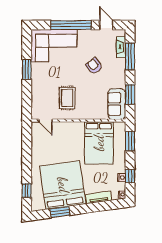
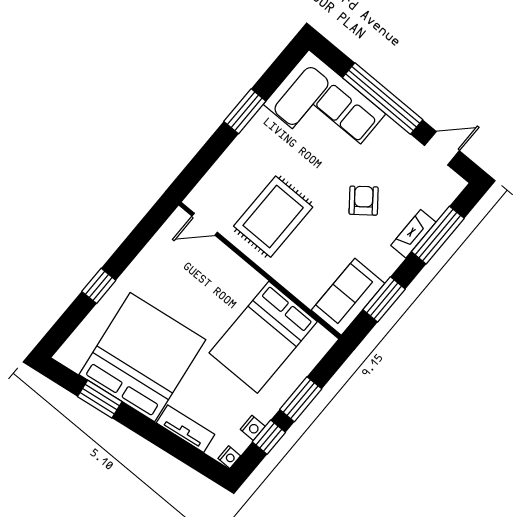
door: (106, 25) -> (442, 148), hinge flipped
fireplace: (121, 47) -> (413, 234), moved
rug: (67, 98) -> (273, 217), width x1.36, depth x1.43
door: (46, 121) -> (205, 224), hinge flipped
window: (130, 141) -> (301, 399), moved
window: (27, 191) -> (99, 286), moved

